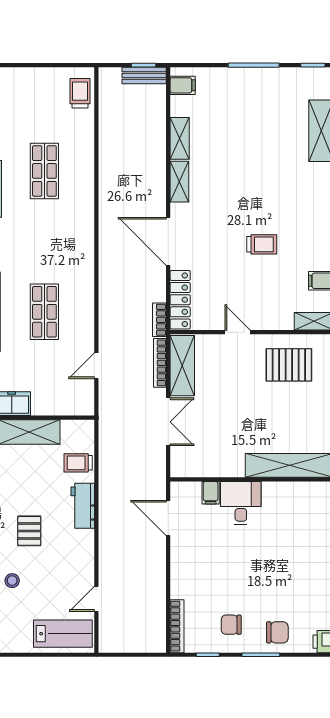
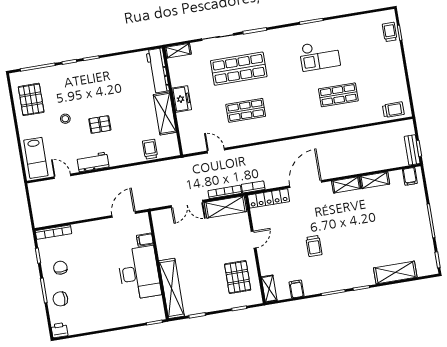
desk: (241, 503) -> (139, 273), width x1.87, depth x1.30
workbench: (83, 506) -> (93, 162), moved
chair: (277, 632) -> (60, 299), turned 90

